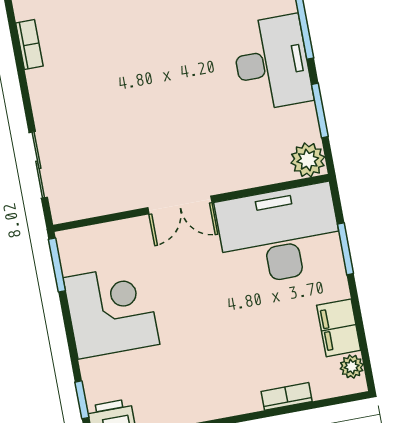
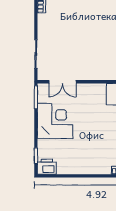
double door: (180, 205) -> (62, 82), moved

